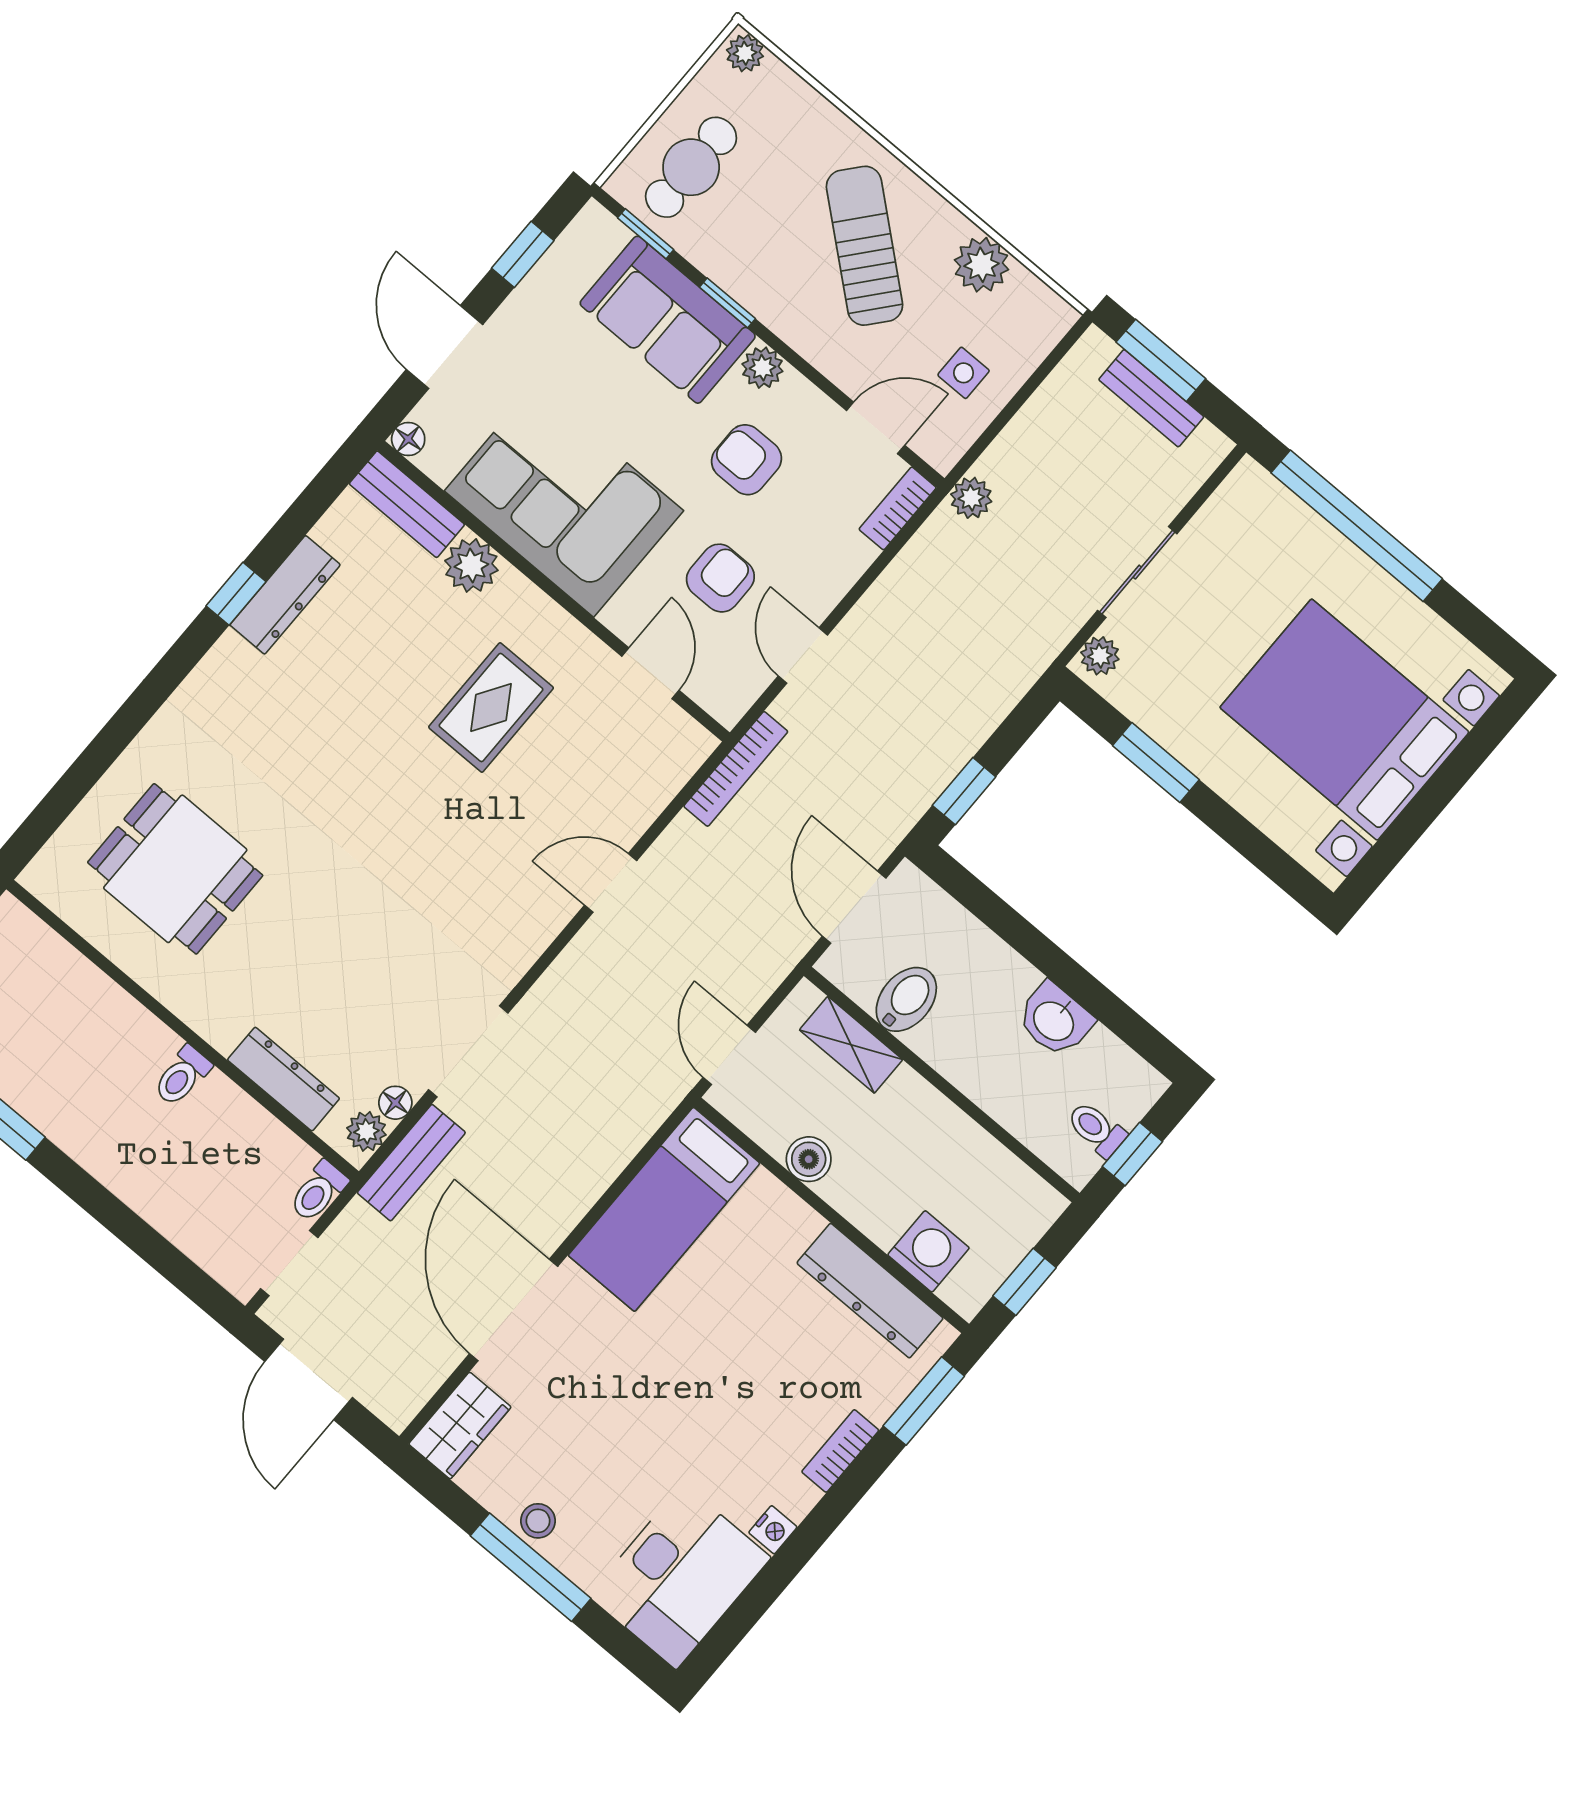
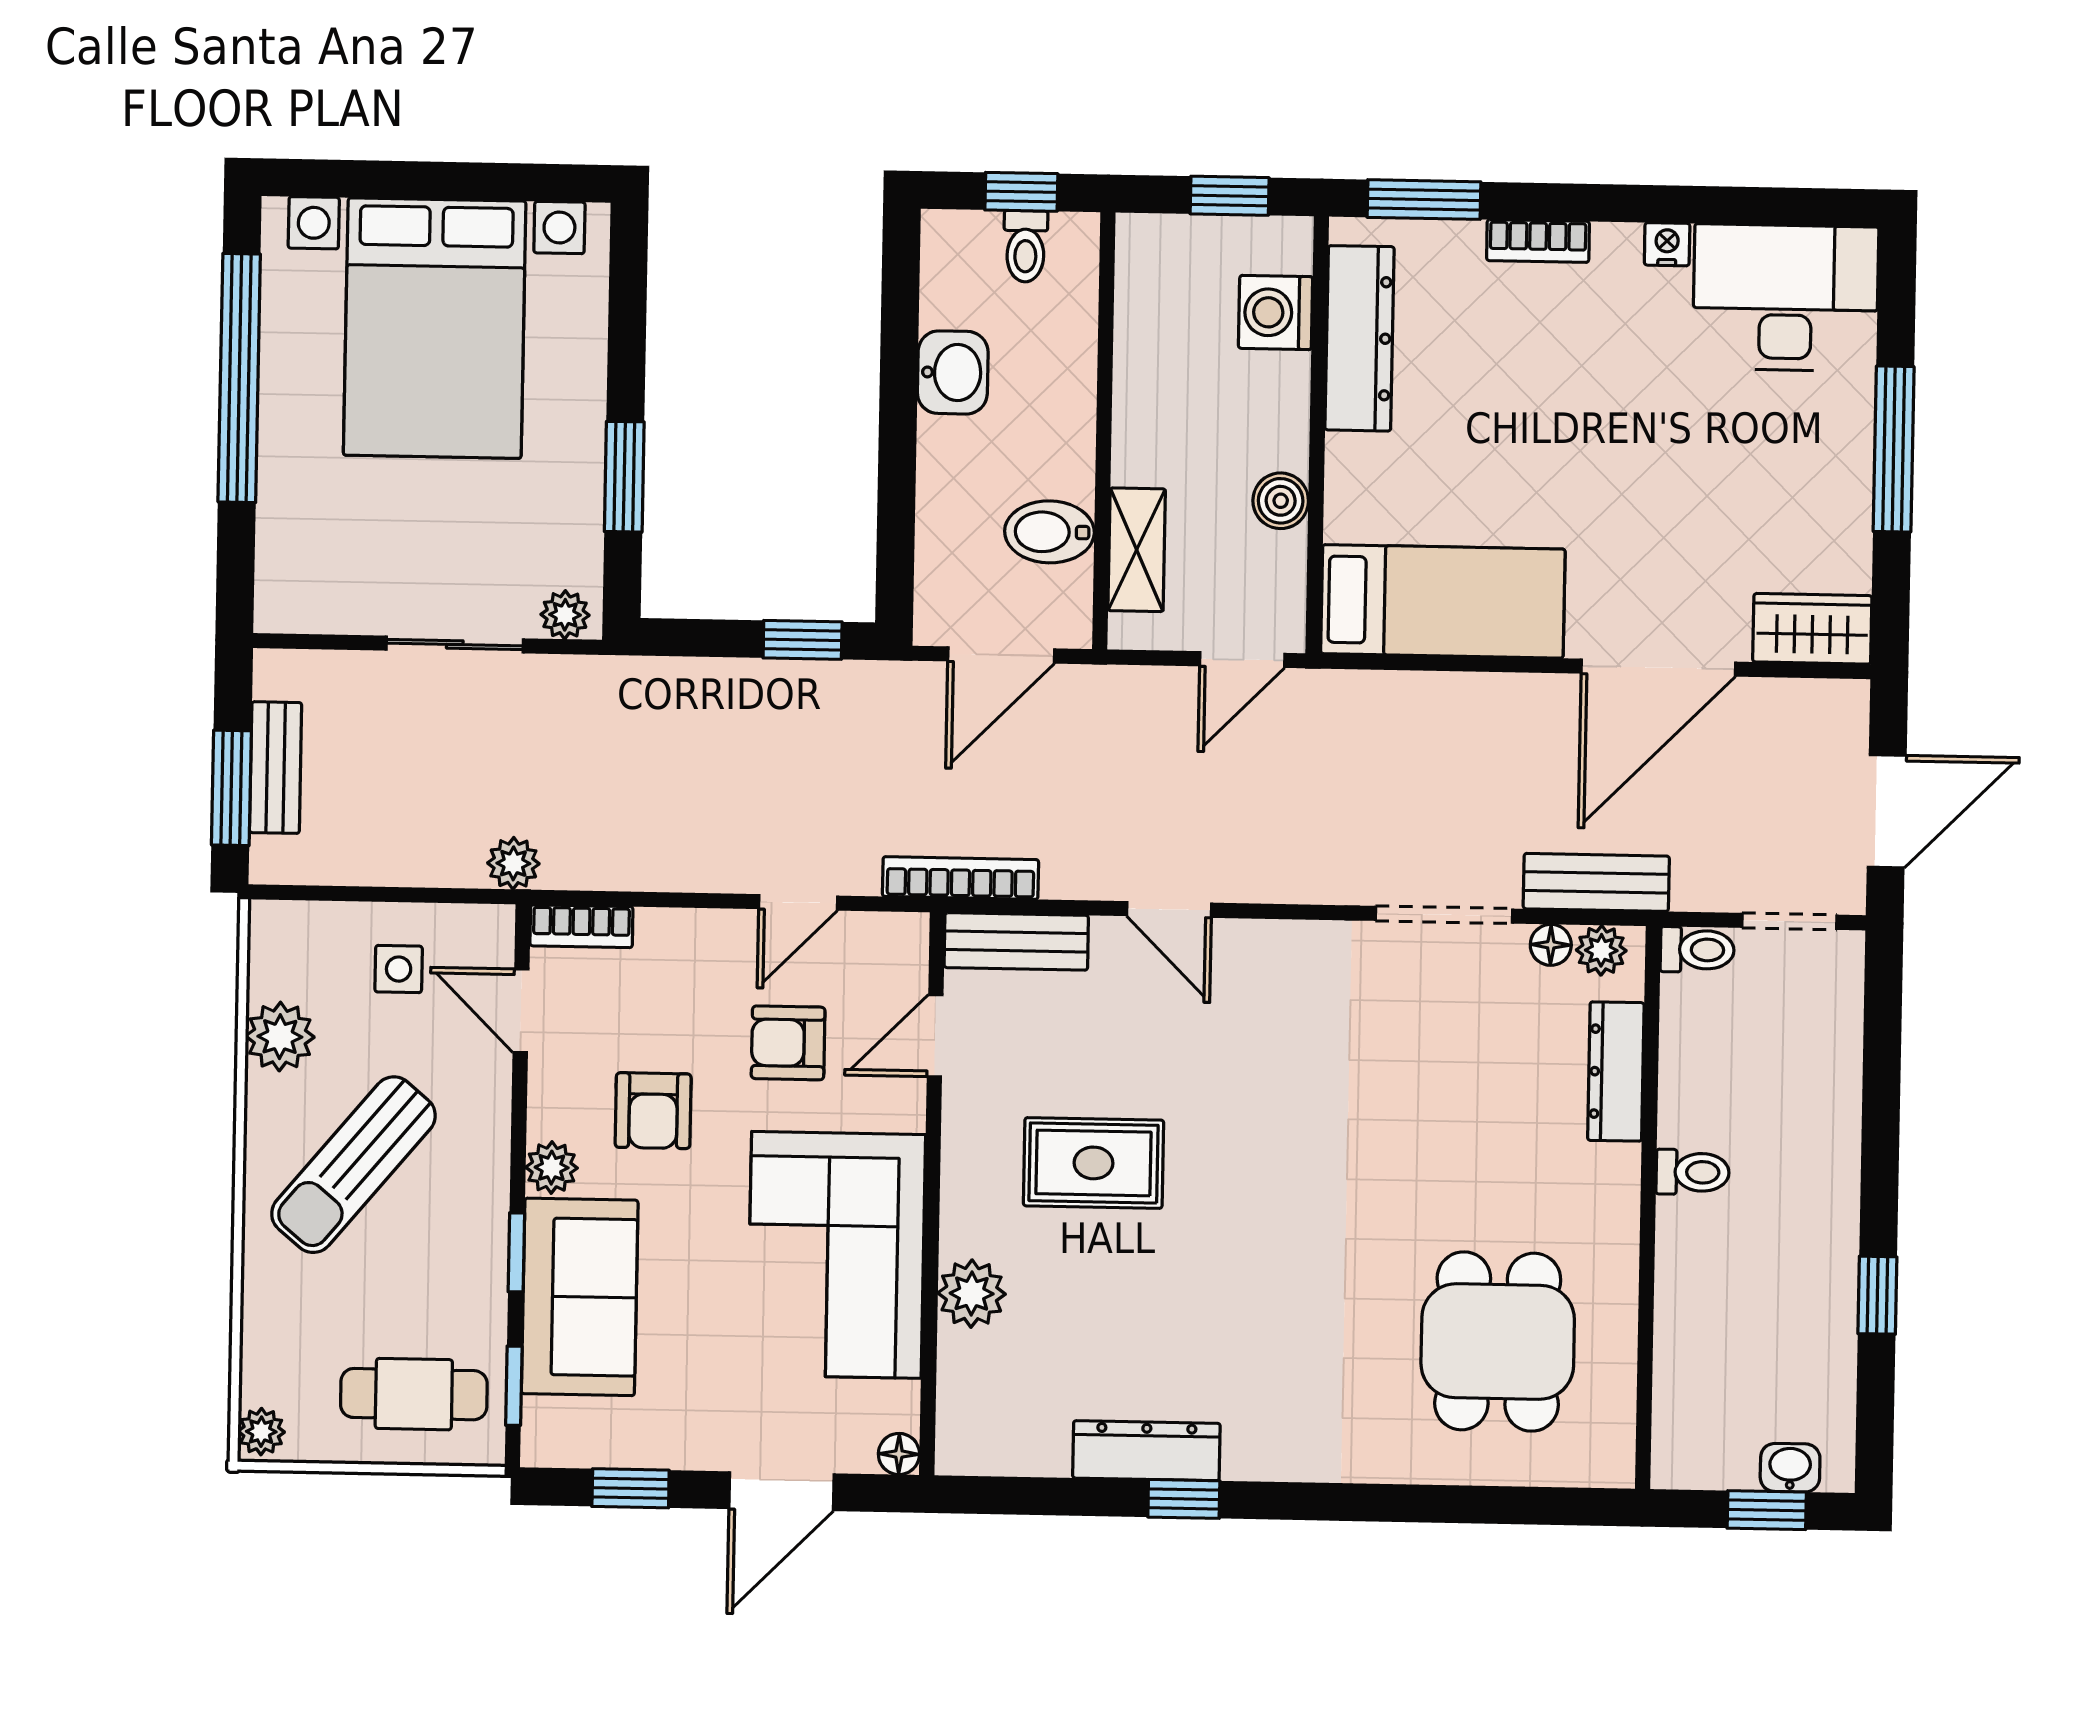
bench: (407, 504) -> (1016, 941), moved, turned 90
window: (1357, 526) -> (239, 378), moved
stool: (538, 1521) -> (1843, 478), removed

